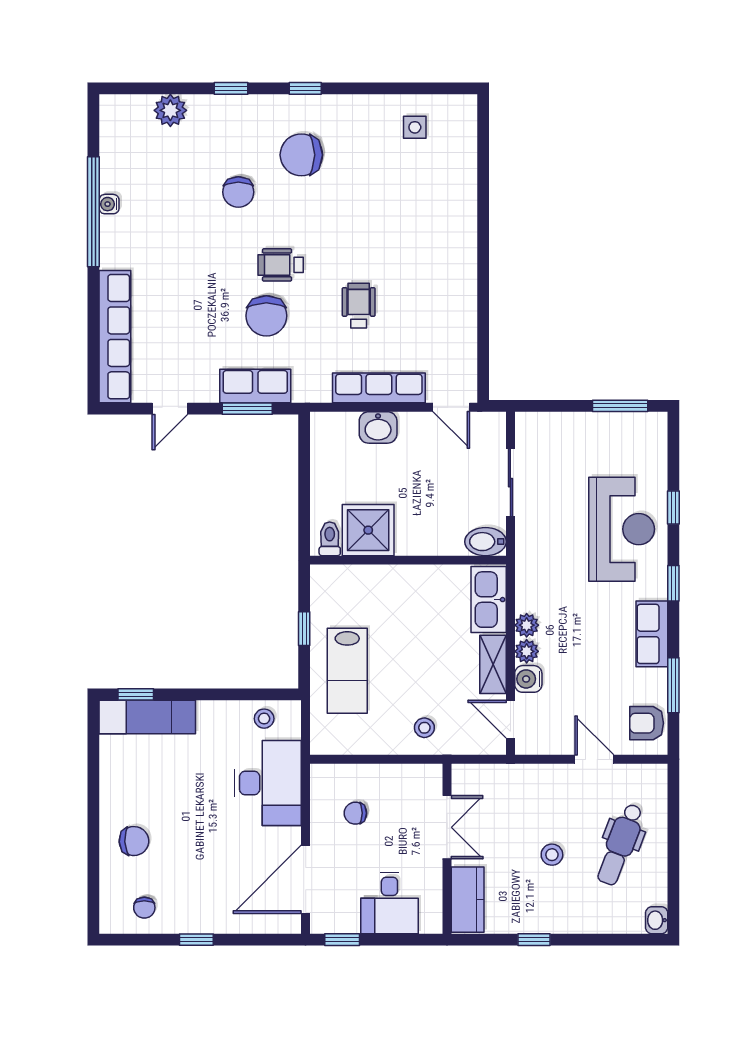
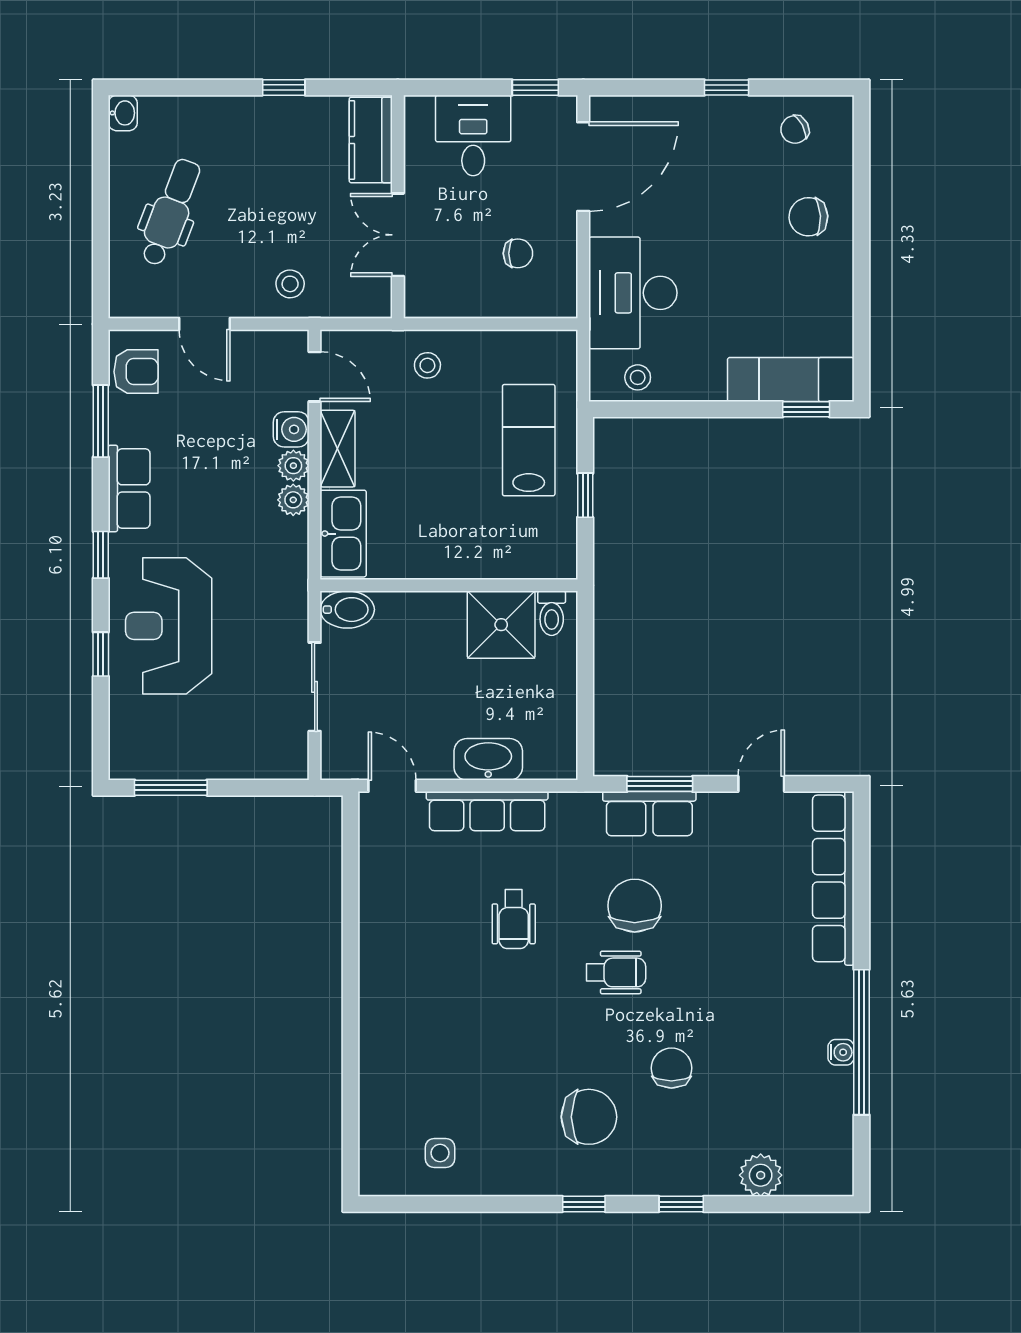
washbasin: (378, 427) -> (488, 759), width x1.38
stool: (552, 855) -> (290, 284), moved
chair: (144, 908) -> (795, 129), turned -118

